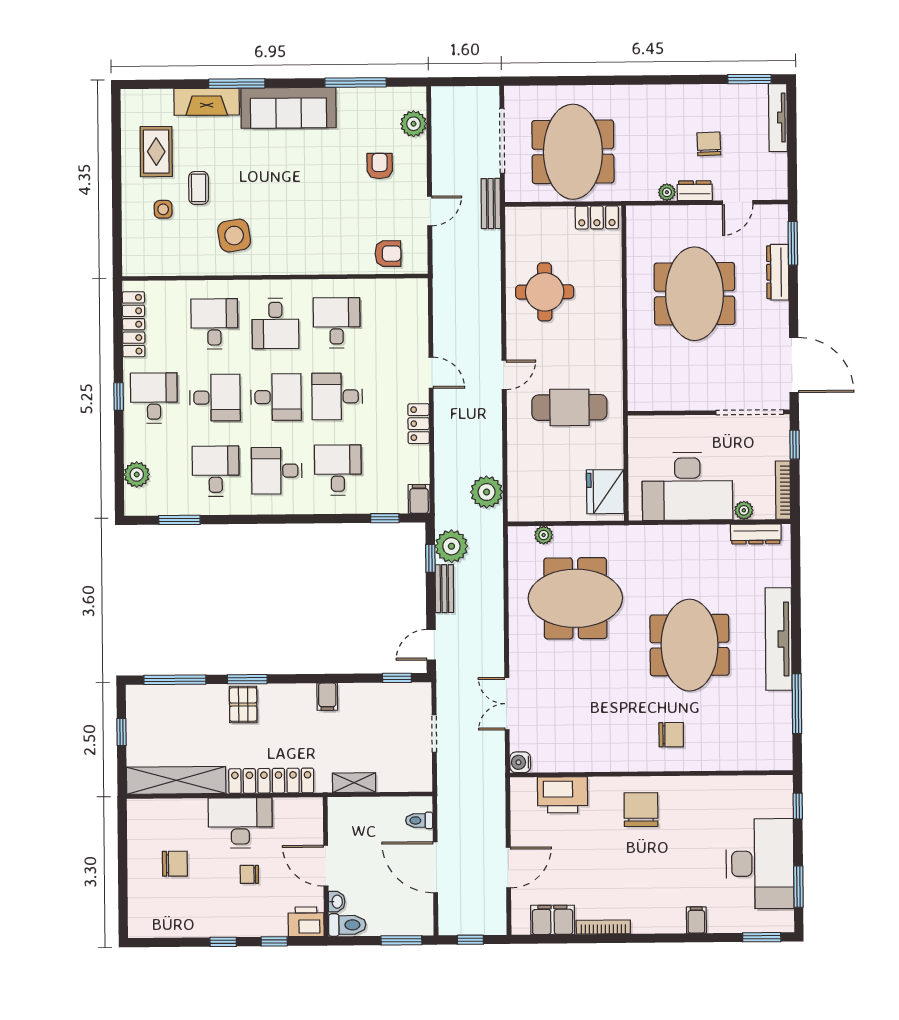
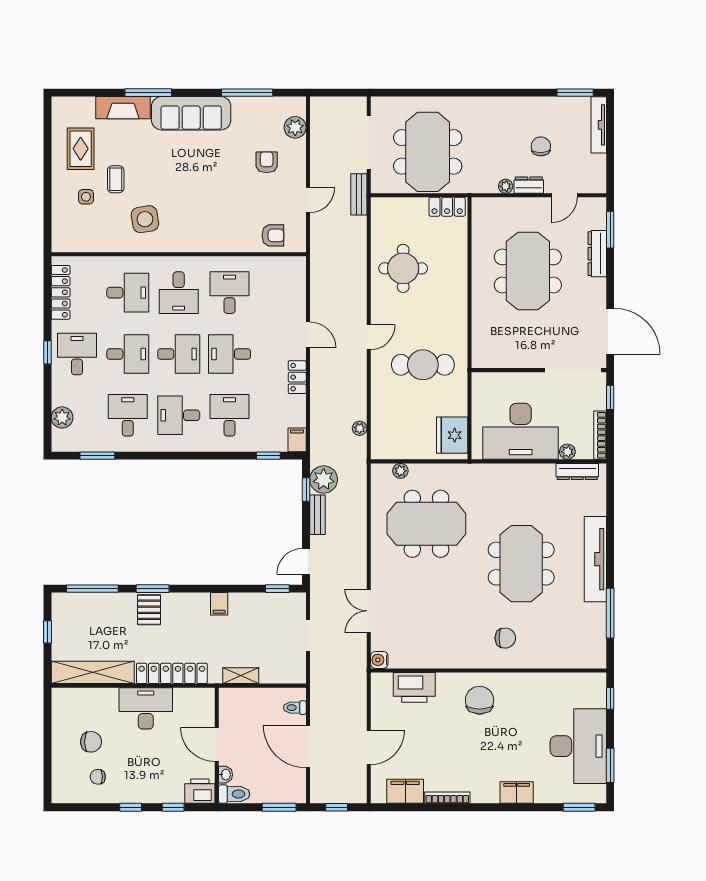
desk: (214, 324) -> (128, 293), turned 90
plant: (487, 492) -> (360, 428), width x0.53, depth x0.53
chair: (249, 874) -> (98, 777), moved
filing cabinet: (696, 920) -> (517, 793), width x2.00

